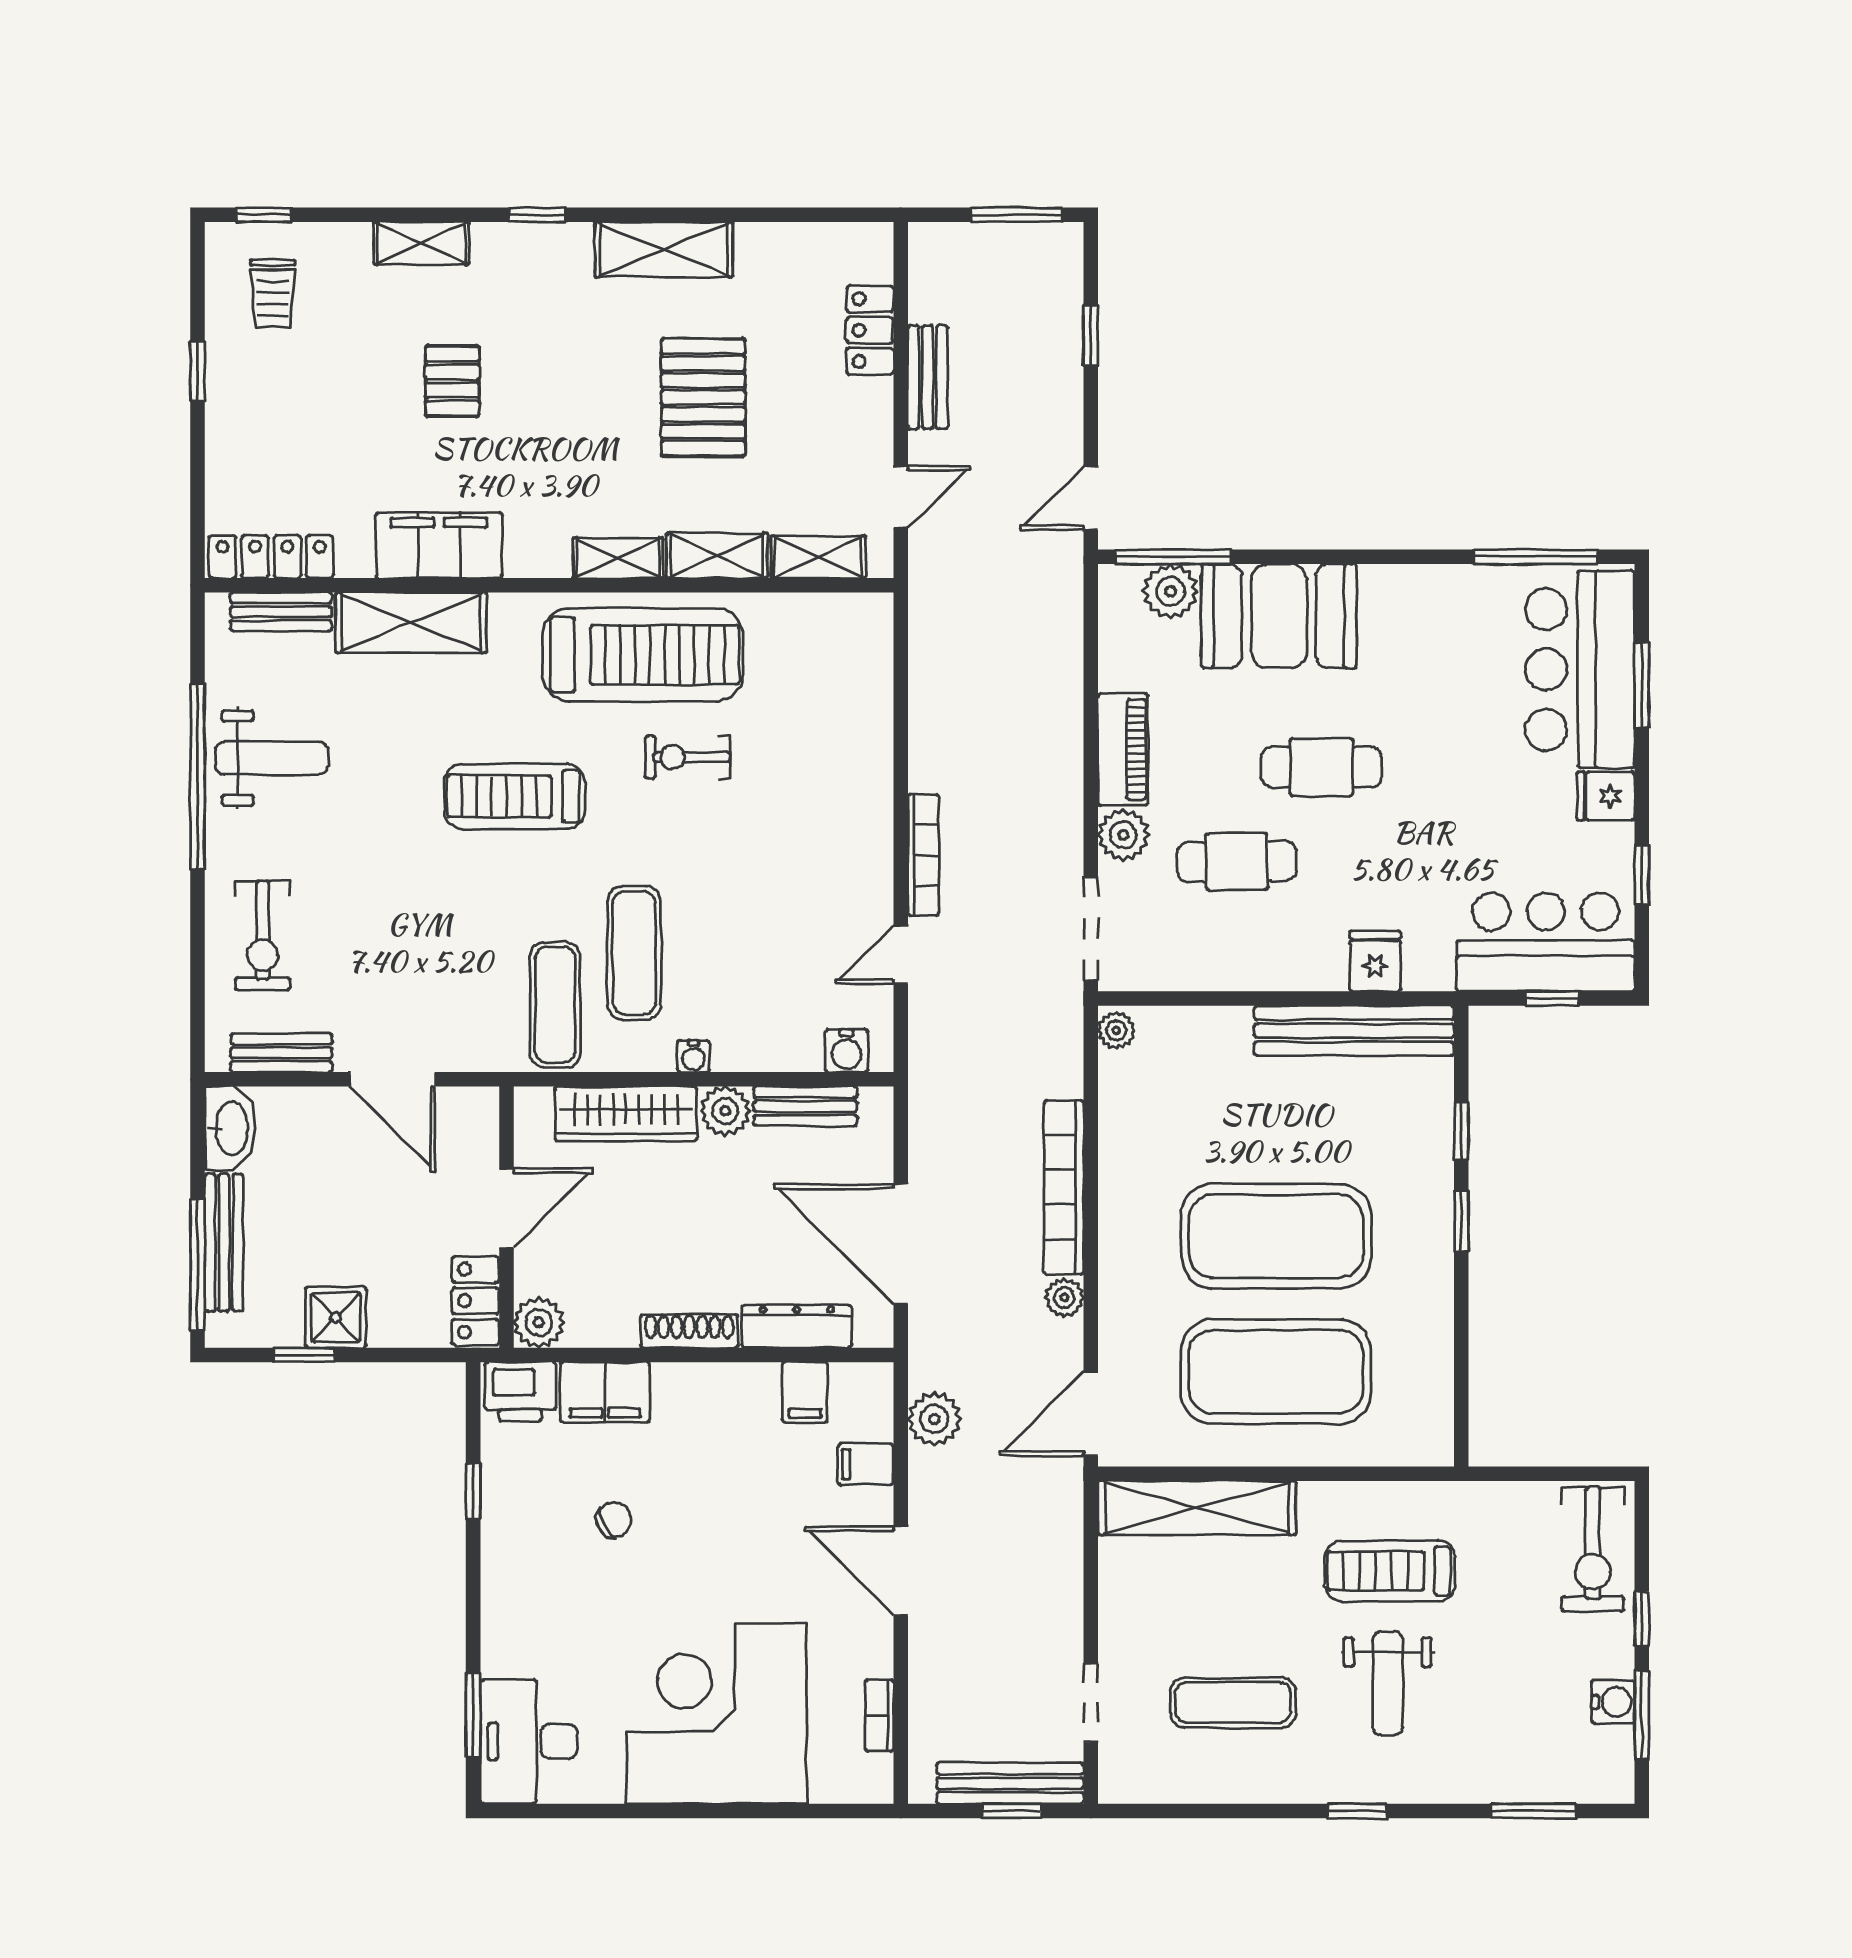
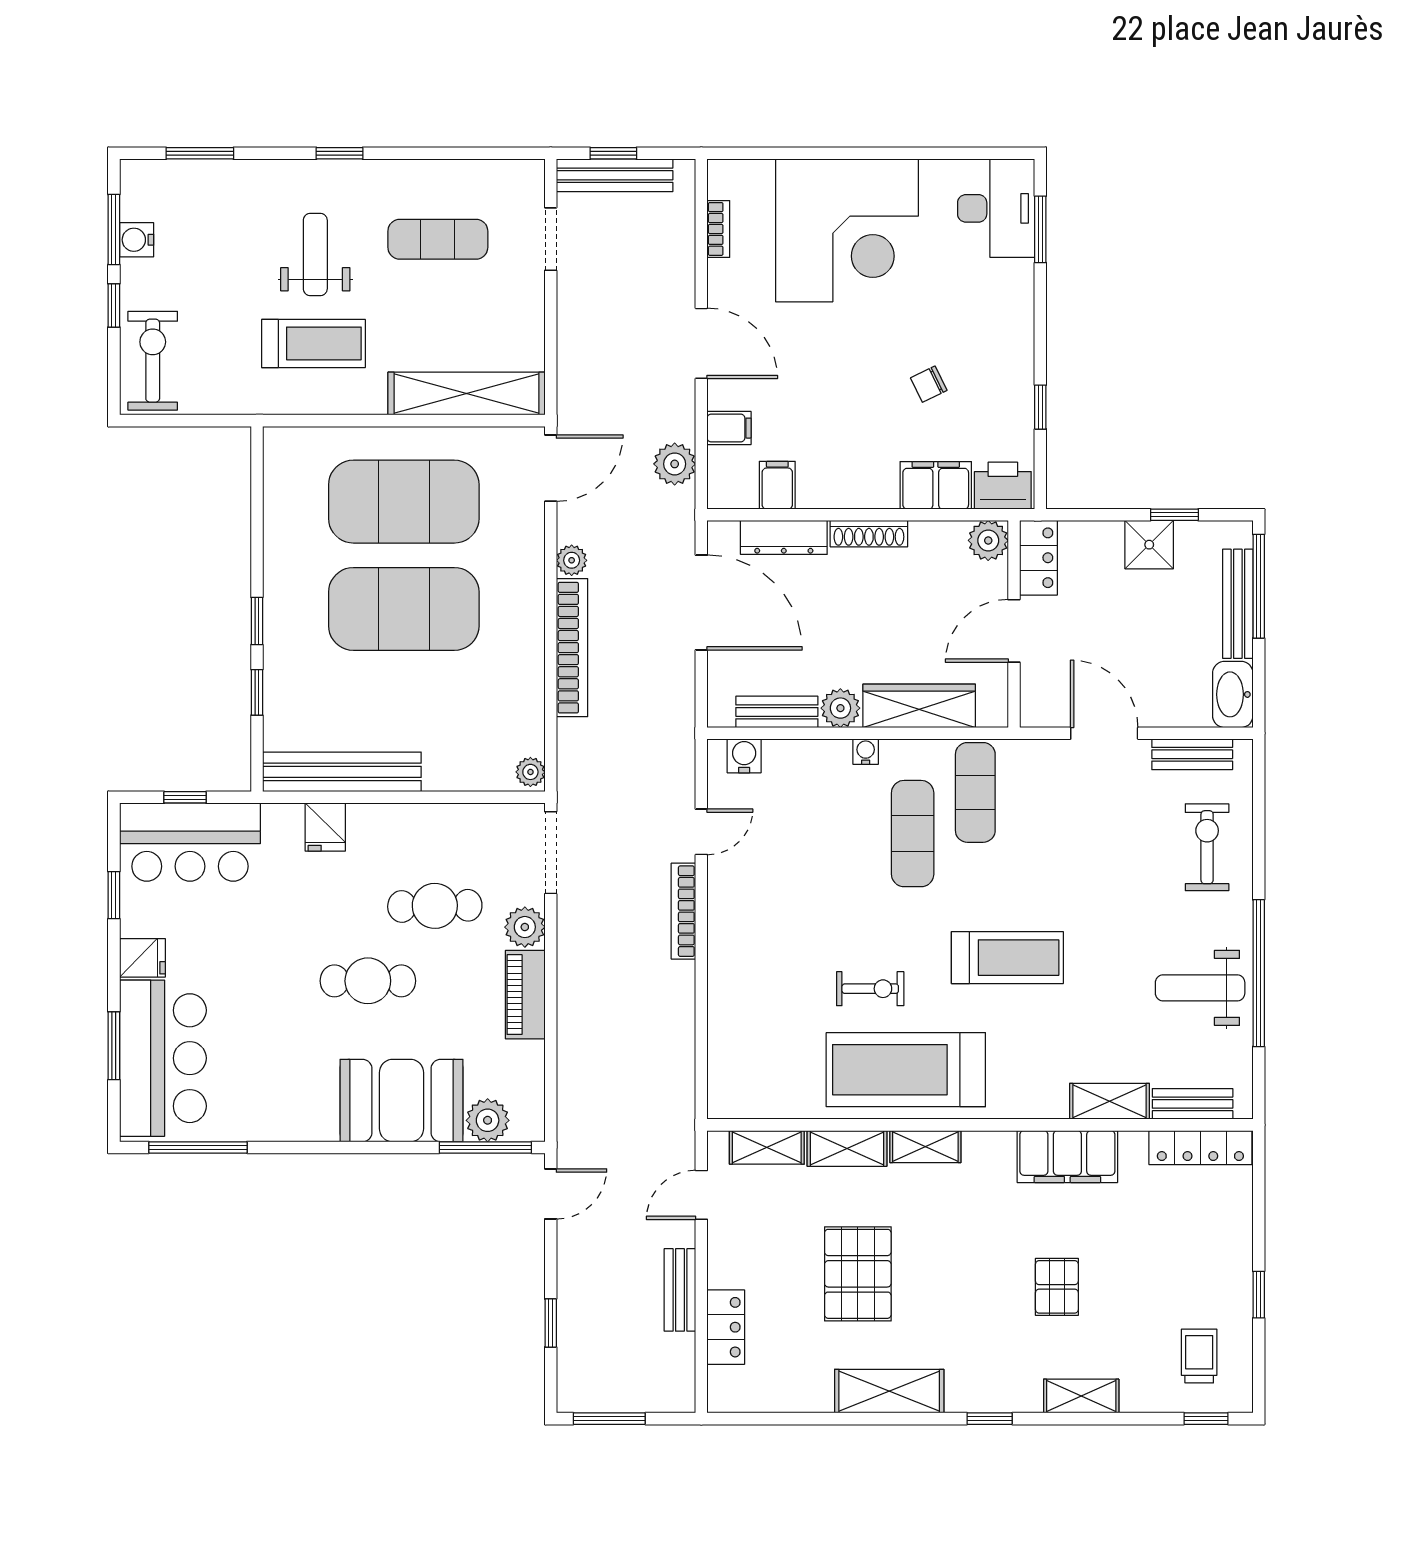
shelving: (411, 623) -> (1109, 1101), width x0.67, depth x0.75

